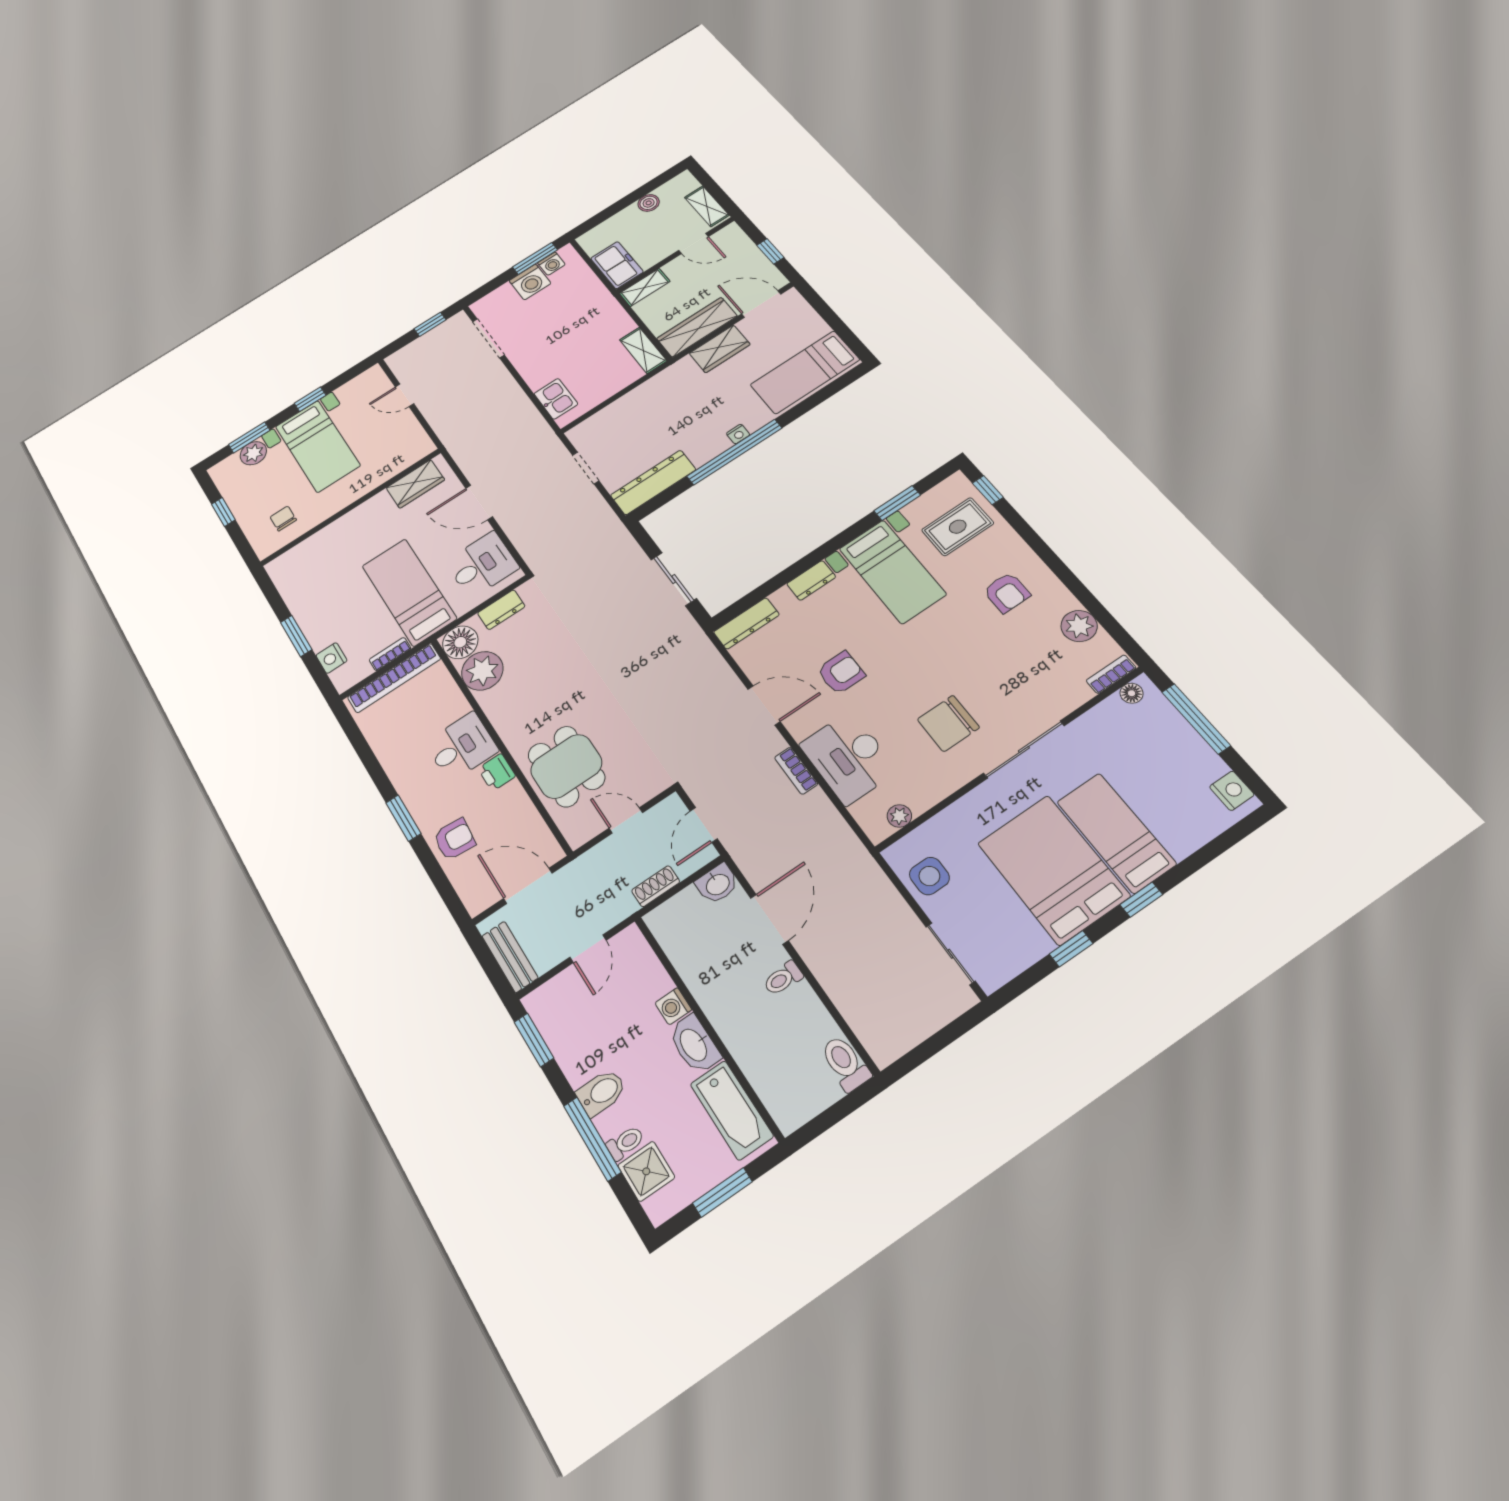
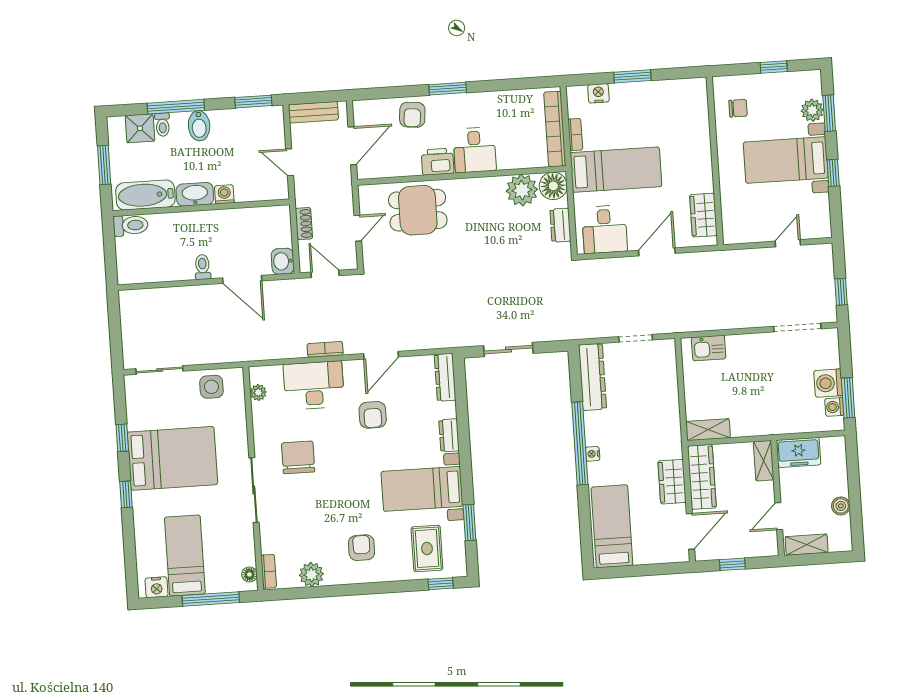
armchair: (1007, 593) -> (362, 548), turned 90
printer: (497, 772) -> (438, 162), width x1.36, depth x1.24
bed: (1116, 833) -> (185, 556), moved, turned -90
toilet: (845, 1063) -> (131, 225), moved

